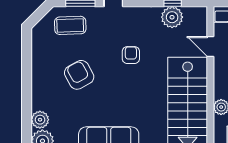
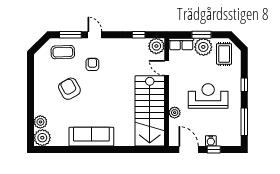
plant: (172, 17) -> (156, 46), moved
armchair: (131, 55) -> (92, 64), moved

